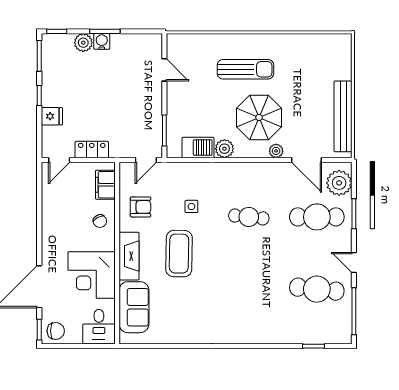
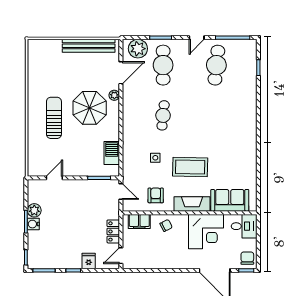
plant: (83, 43) -> (34, 210), moved
plant: (224, 149) -> (113, 133), removed
door: (59, 160) -> (121, 256), swing flipped

